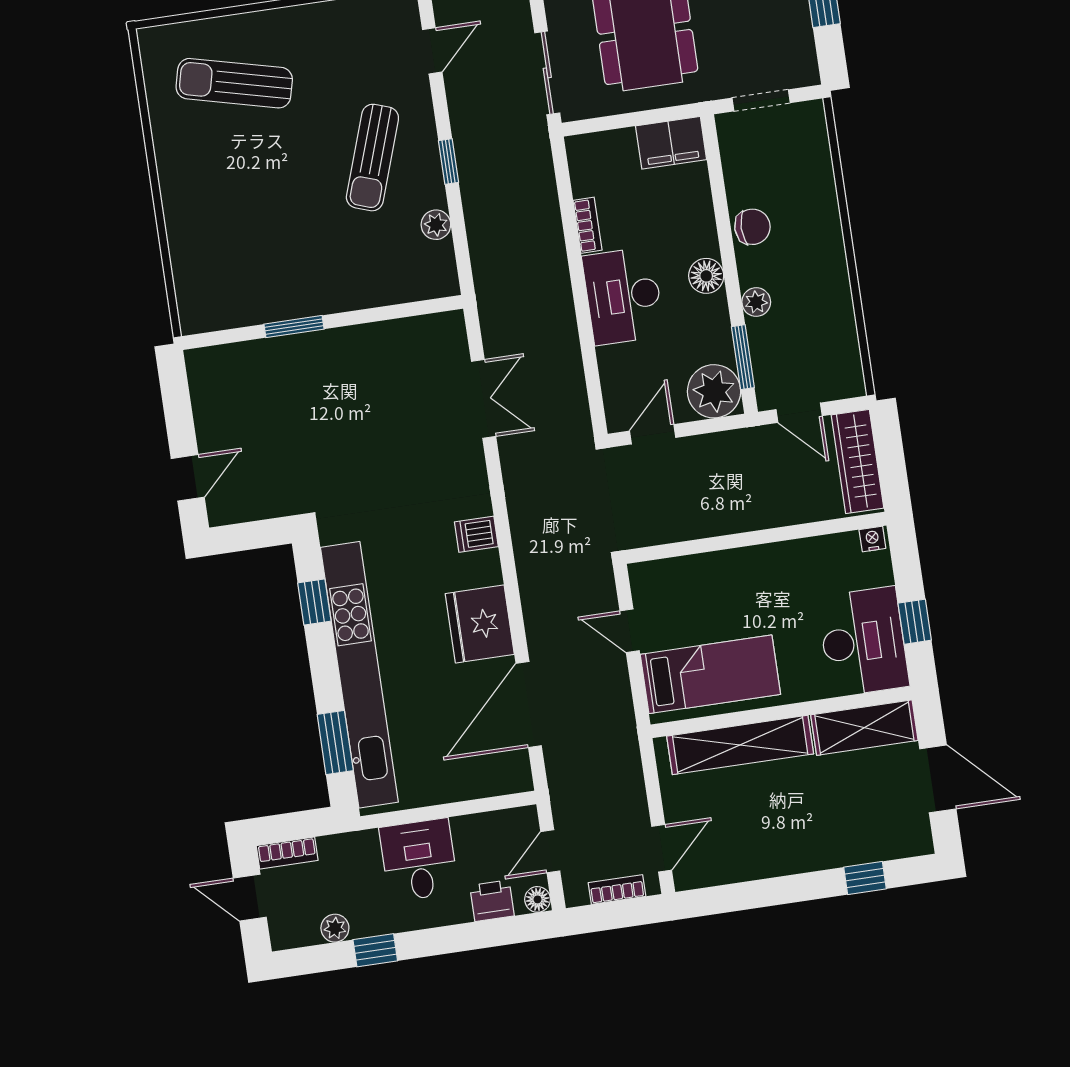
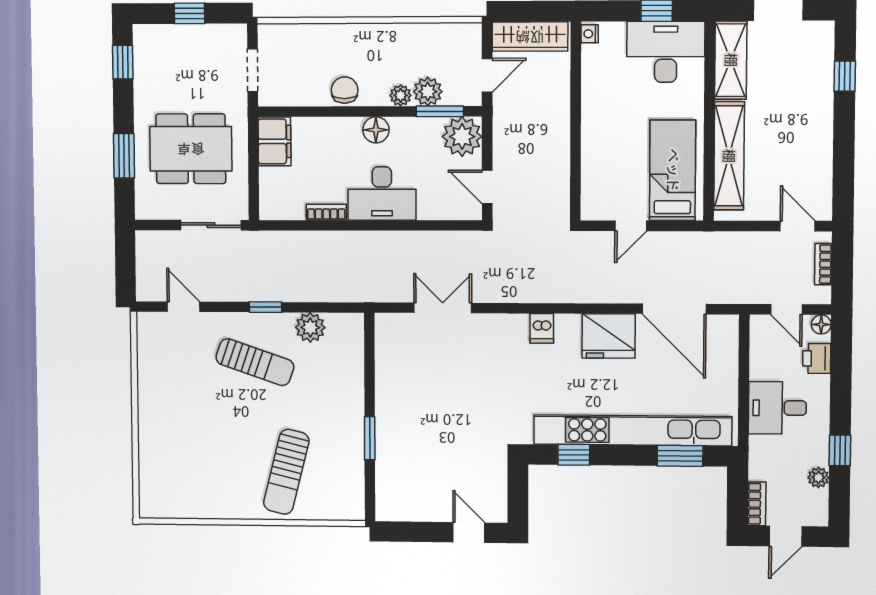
sun lounger: (234, 83) -> (286, 472), moved
plant: (436, 225) -> (310, 327), width x1.38, depth x1.38
plant: (766, 337) -> (428, 92), added

